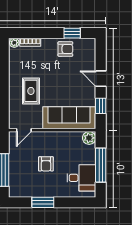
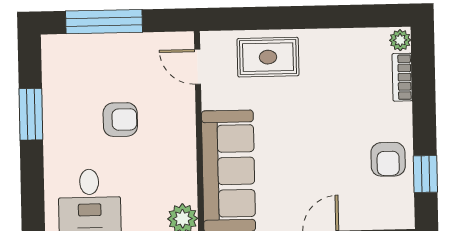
rug: (31, 91) -> (268, 57), moved
armchair: (46, 164) -> (120, 120), turned 180

